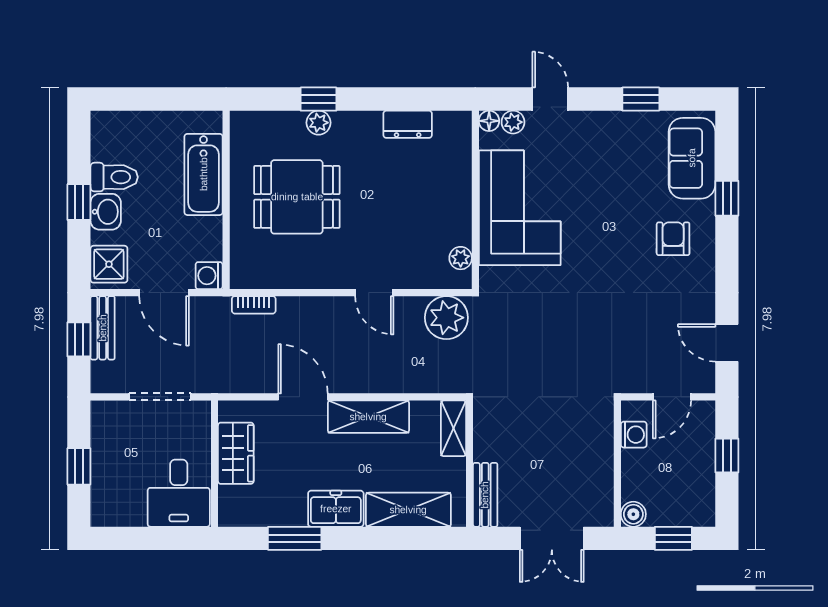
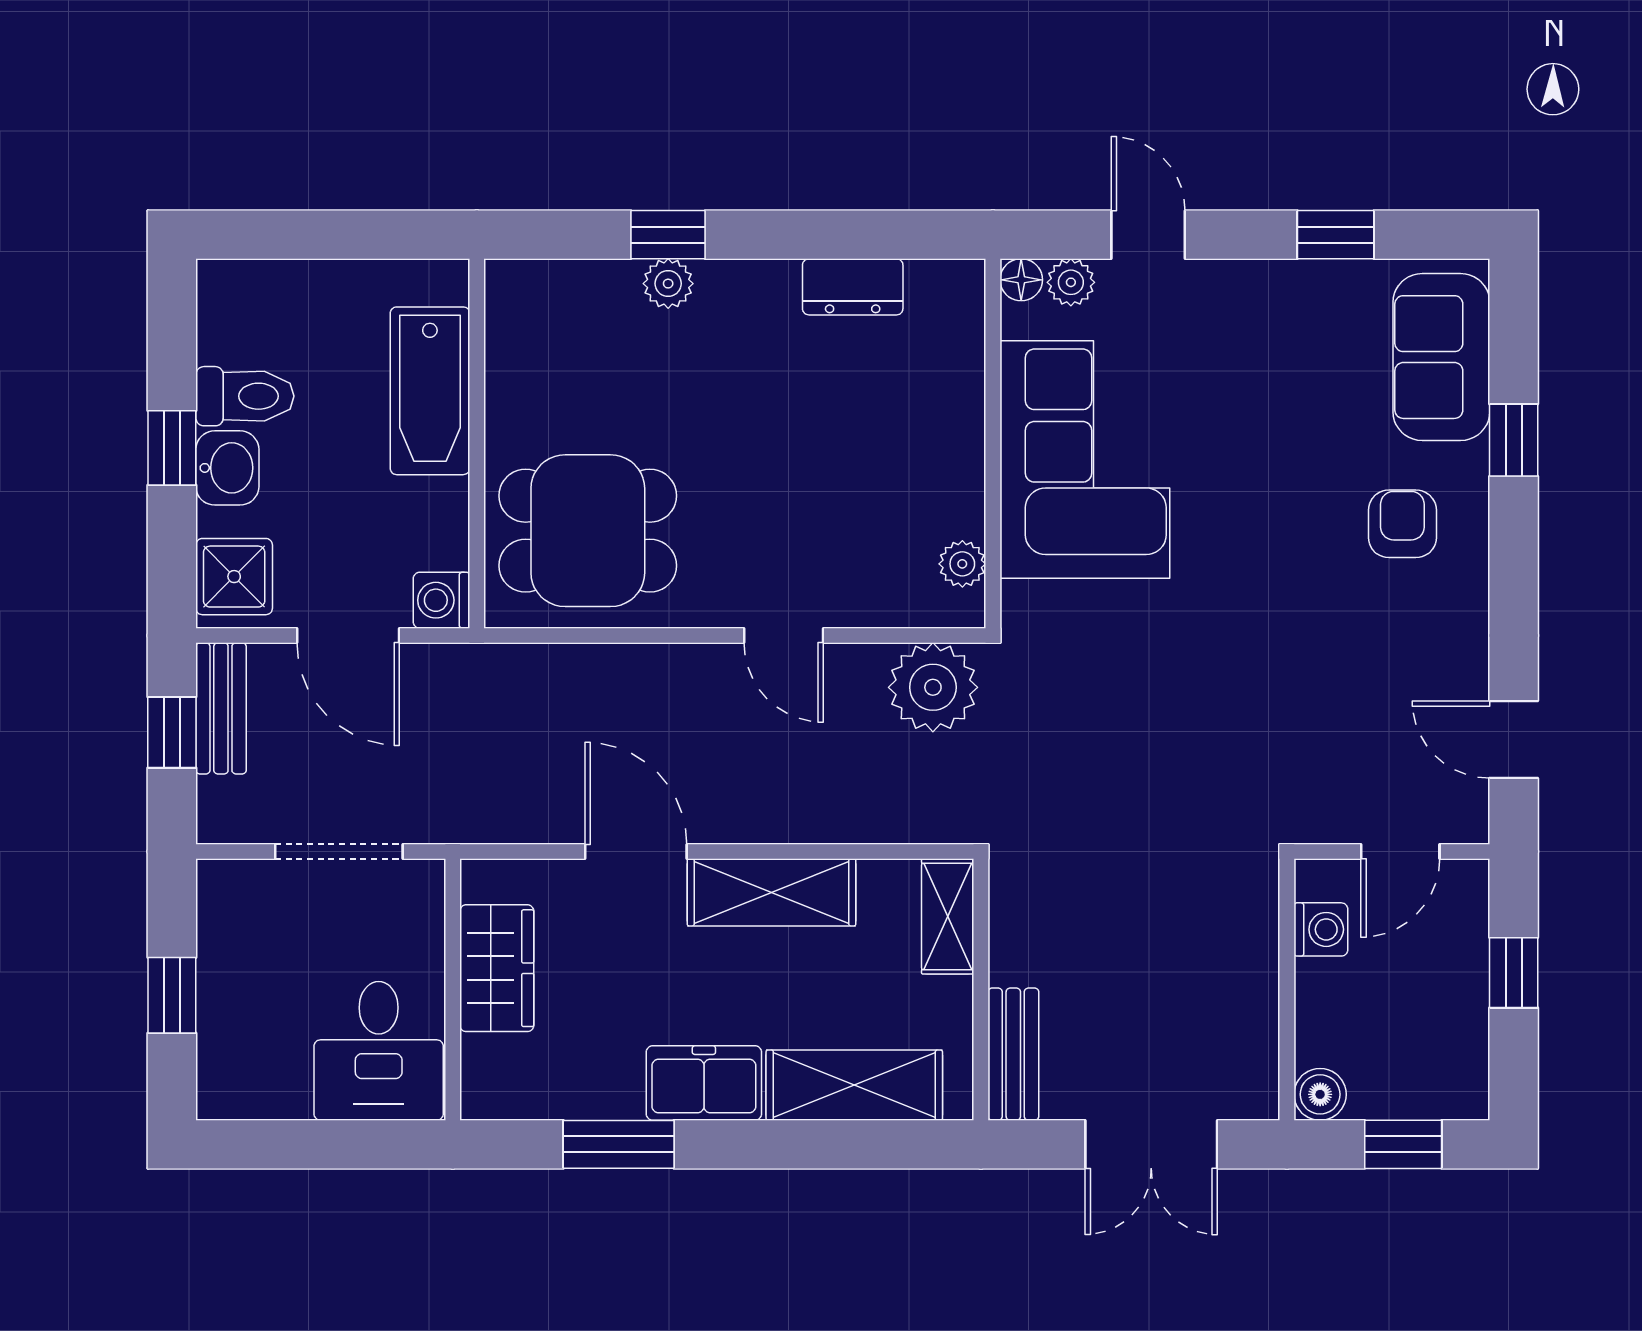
dining table: (297, 197) -> (588, 531), moved
bookcase: (254, 305) -> (534, 661), removed

